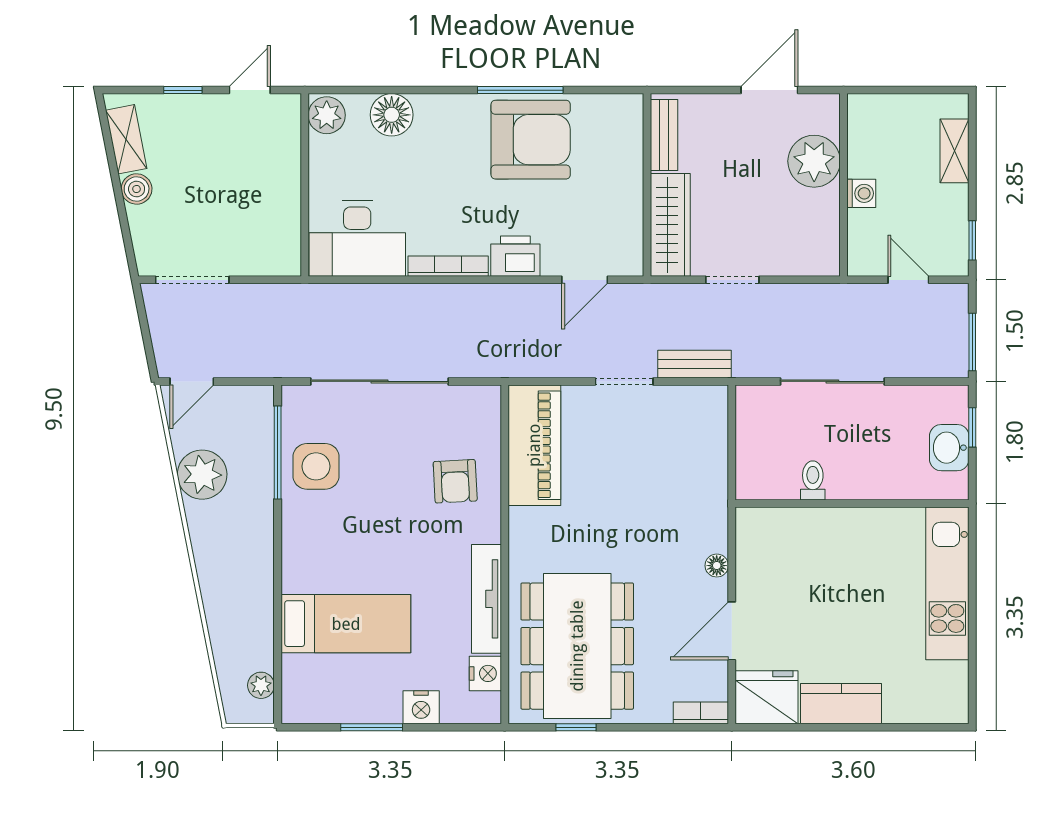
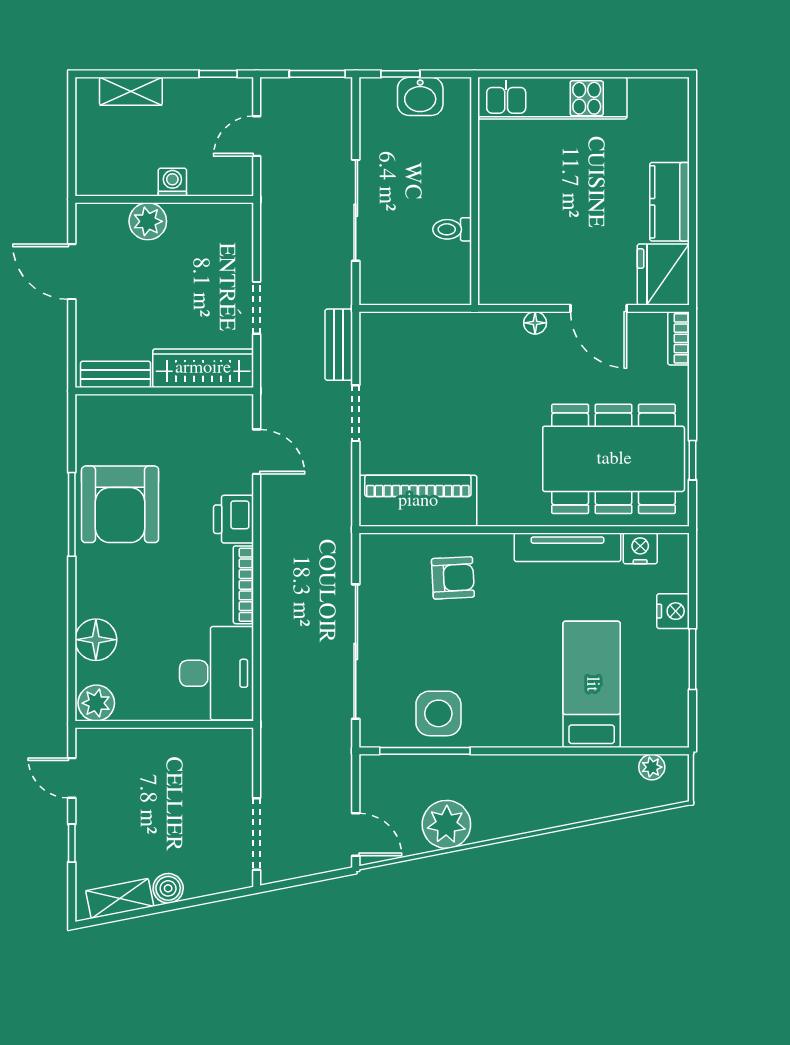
armchair: (531, 140) -> (120, 504), turned 180
plant: (814, 161) -> (148, 221), width x0.73, depth x0.73

